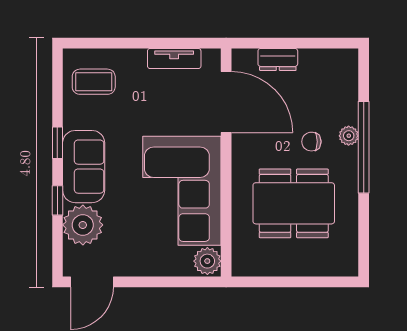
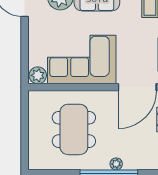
chair: (311, 142) -> (112, 141), removed

